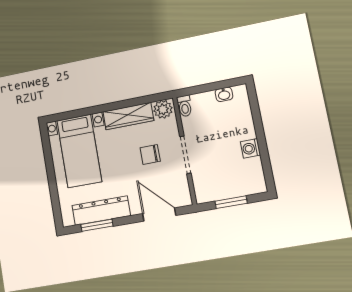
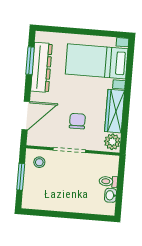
toilet: (185, 106) -> (108, 181), moved
washing machine: (250, 148) -> (60, 204), removed
stool: (208, 185) -> (39, 162), added

